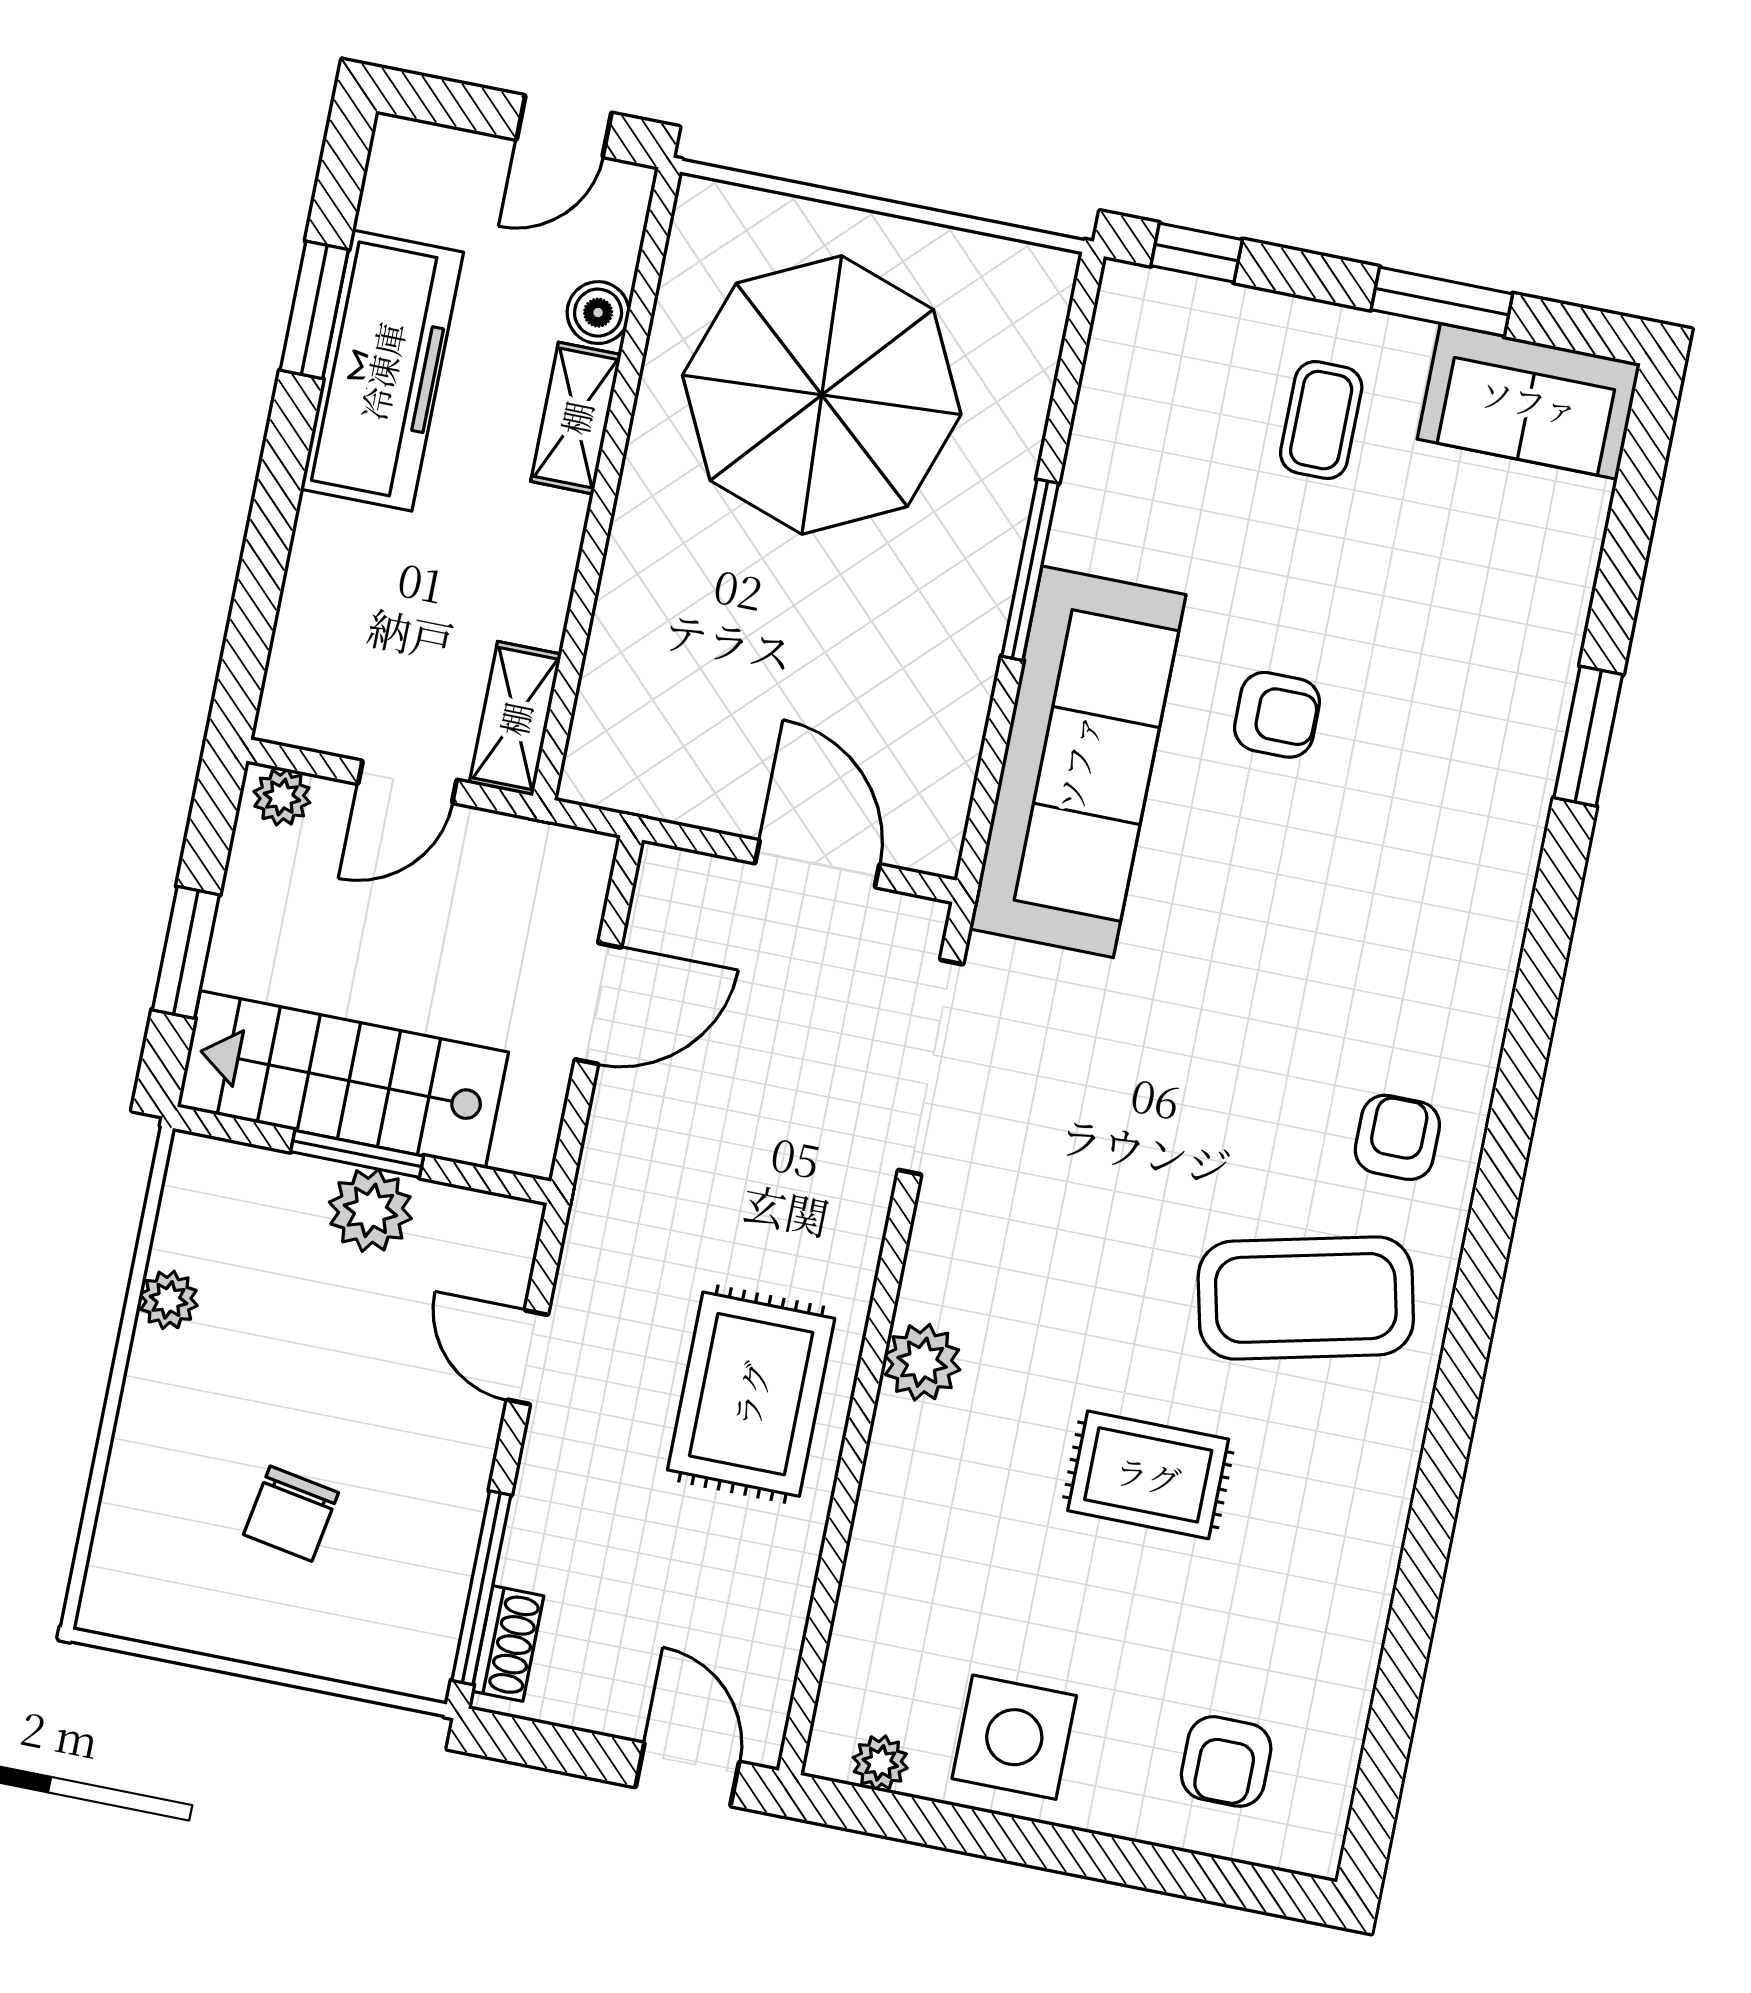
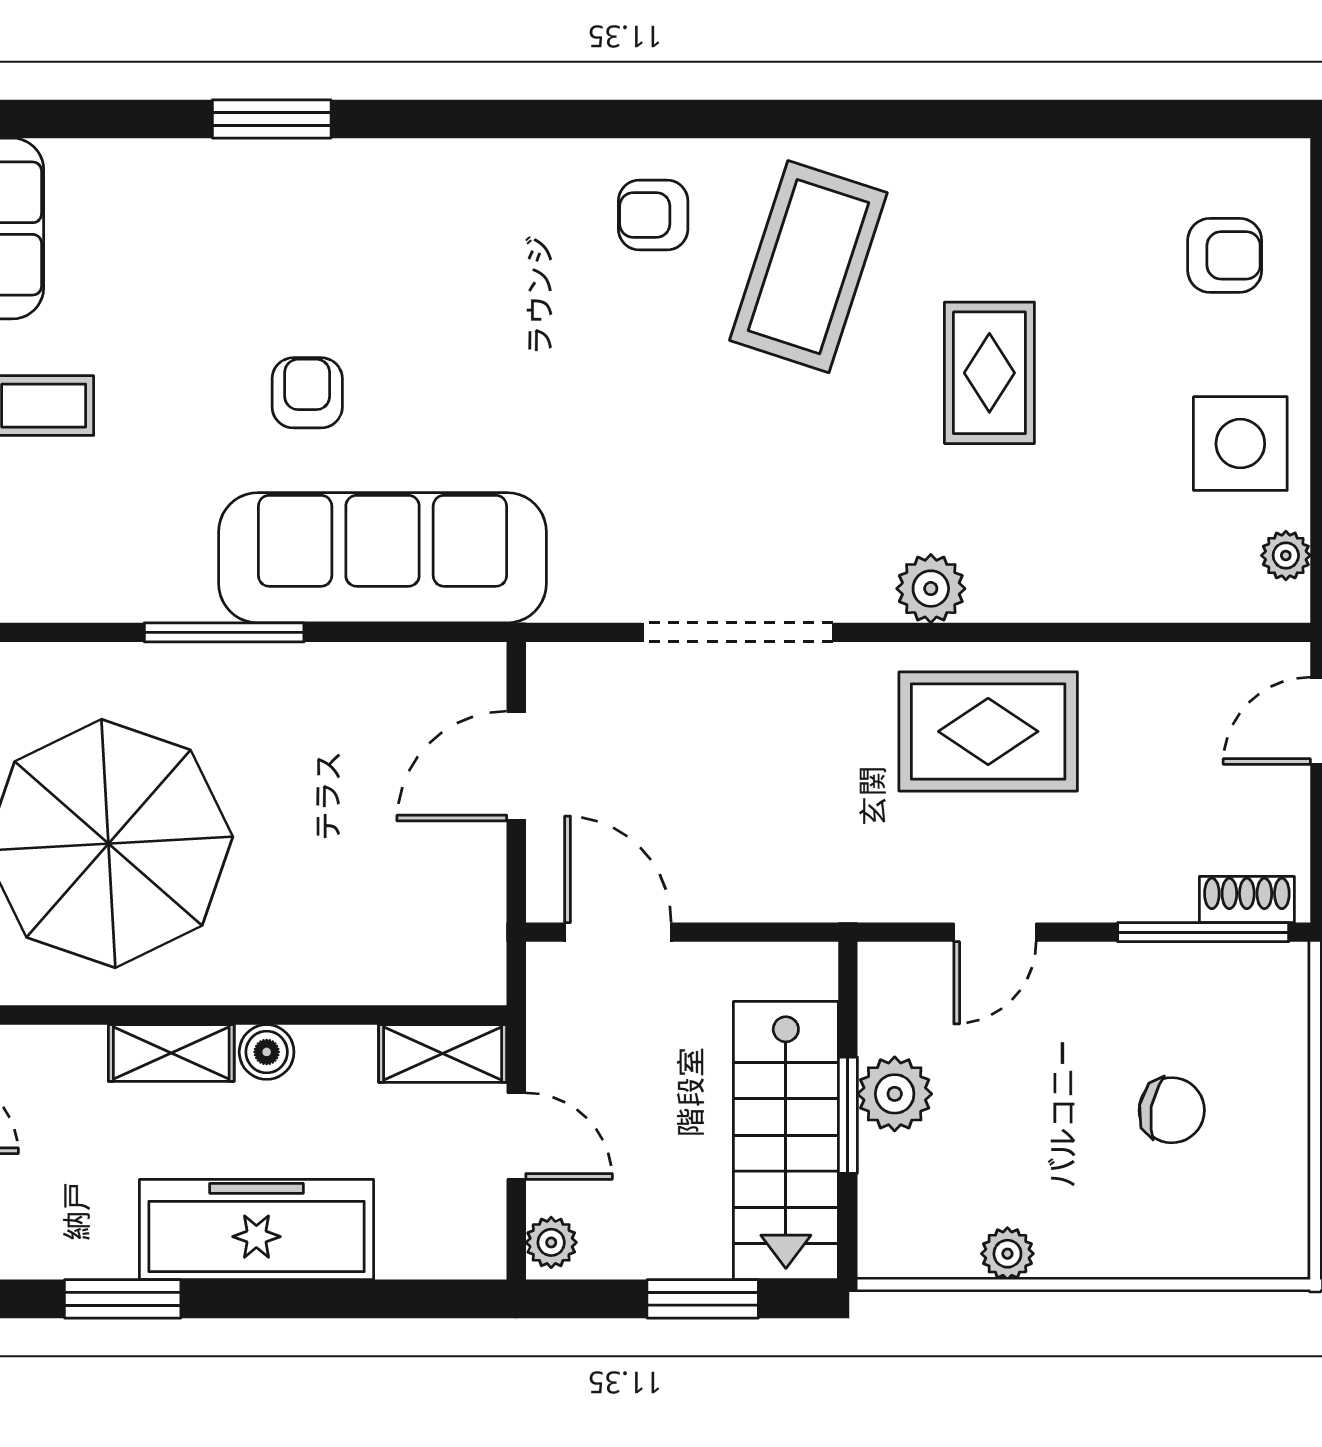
boiler: (598, 313) -> (267, 1052), moved
freezer: (382, 371) -> (256, 1230), moved
door: (598, 1003) -> (618, 932), moved
doorway: (931, 1067) -> (738, 632), moved
coffee table: (1306, 1298) -> (808, 267), turned 31

